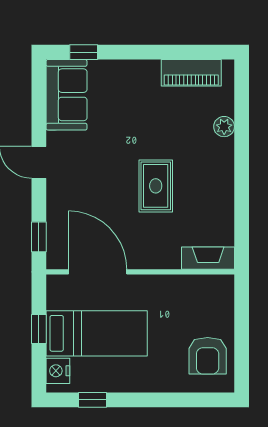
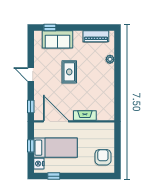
sofa: (67, 95) -> (58, 39), moved, turned 90
rug: (156, 186) -> (69, 72), moved
fireplace: (208, 258) -> (85, 116), moved
armchair: (208, 356) -> (103, 157), turned 180

